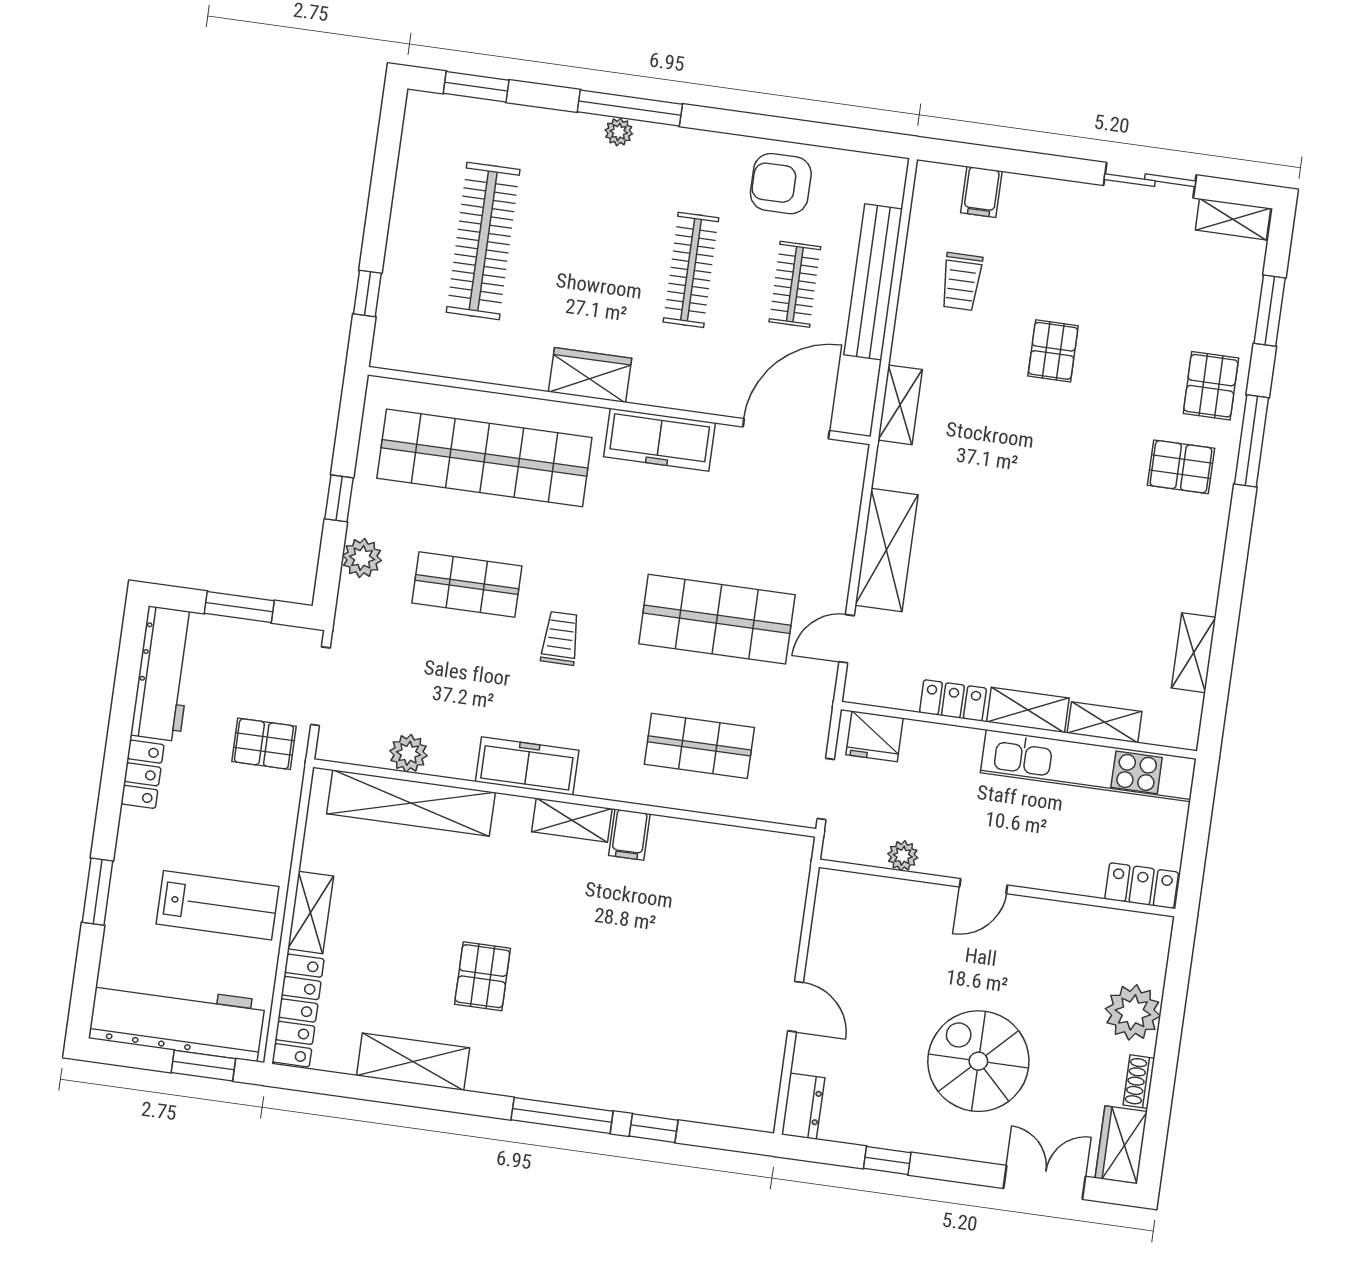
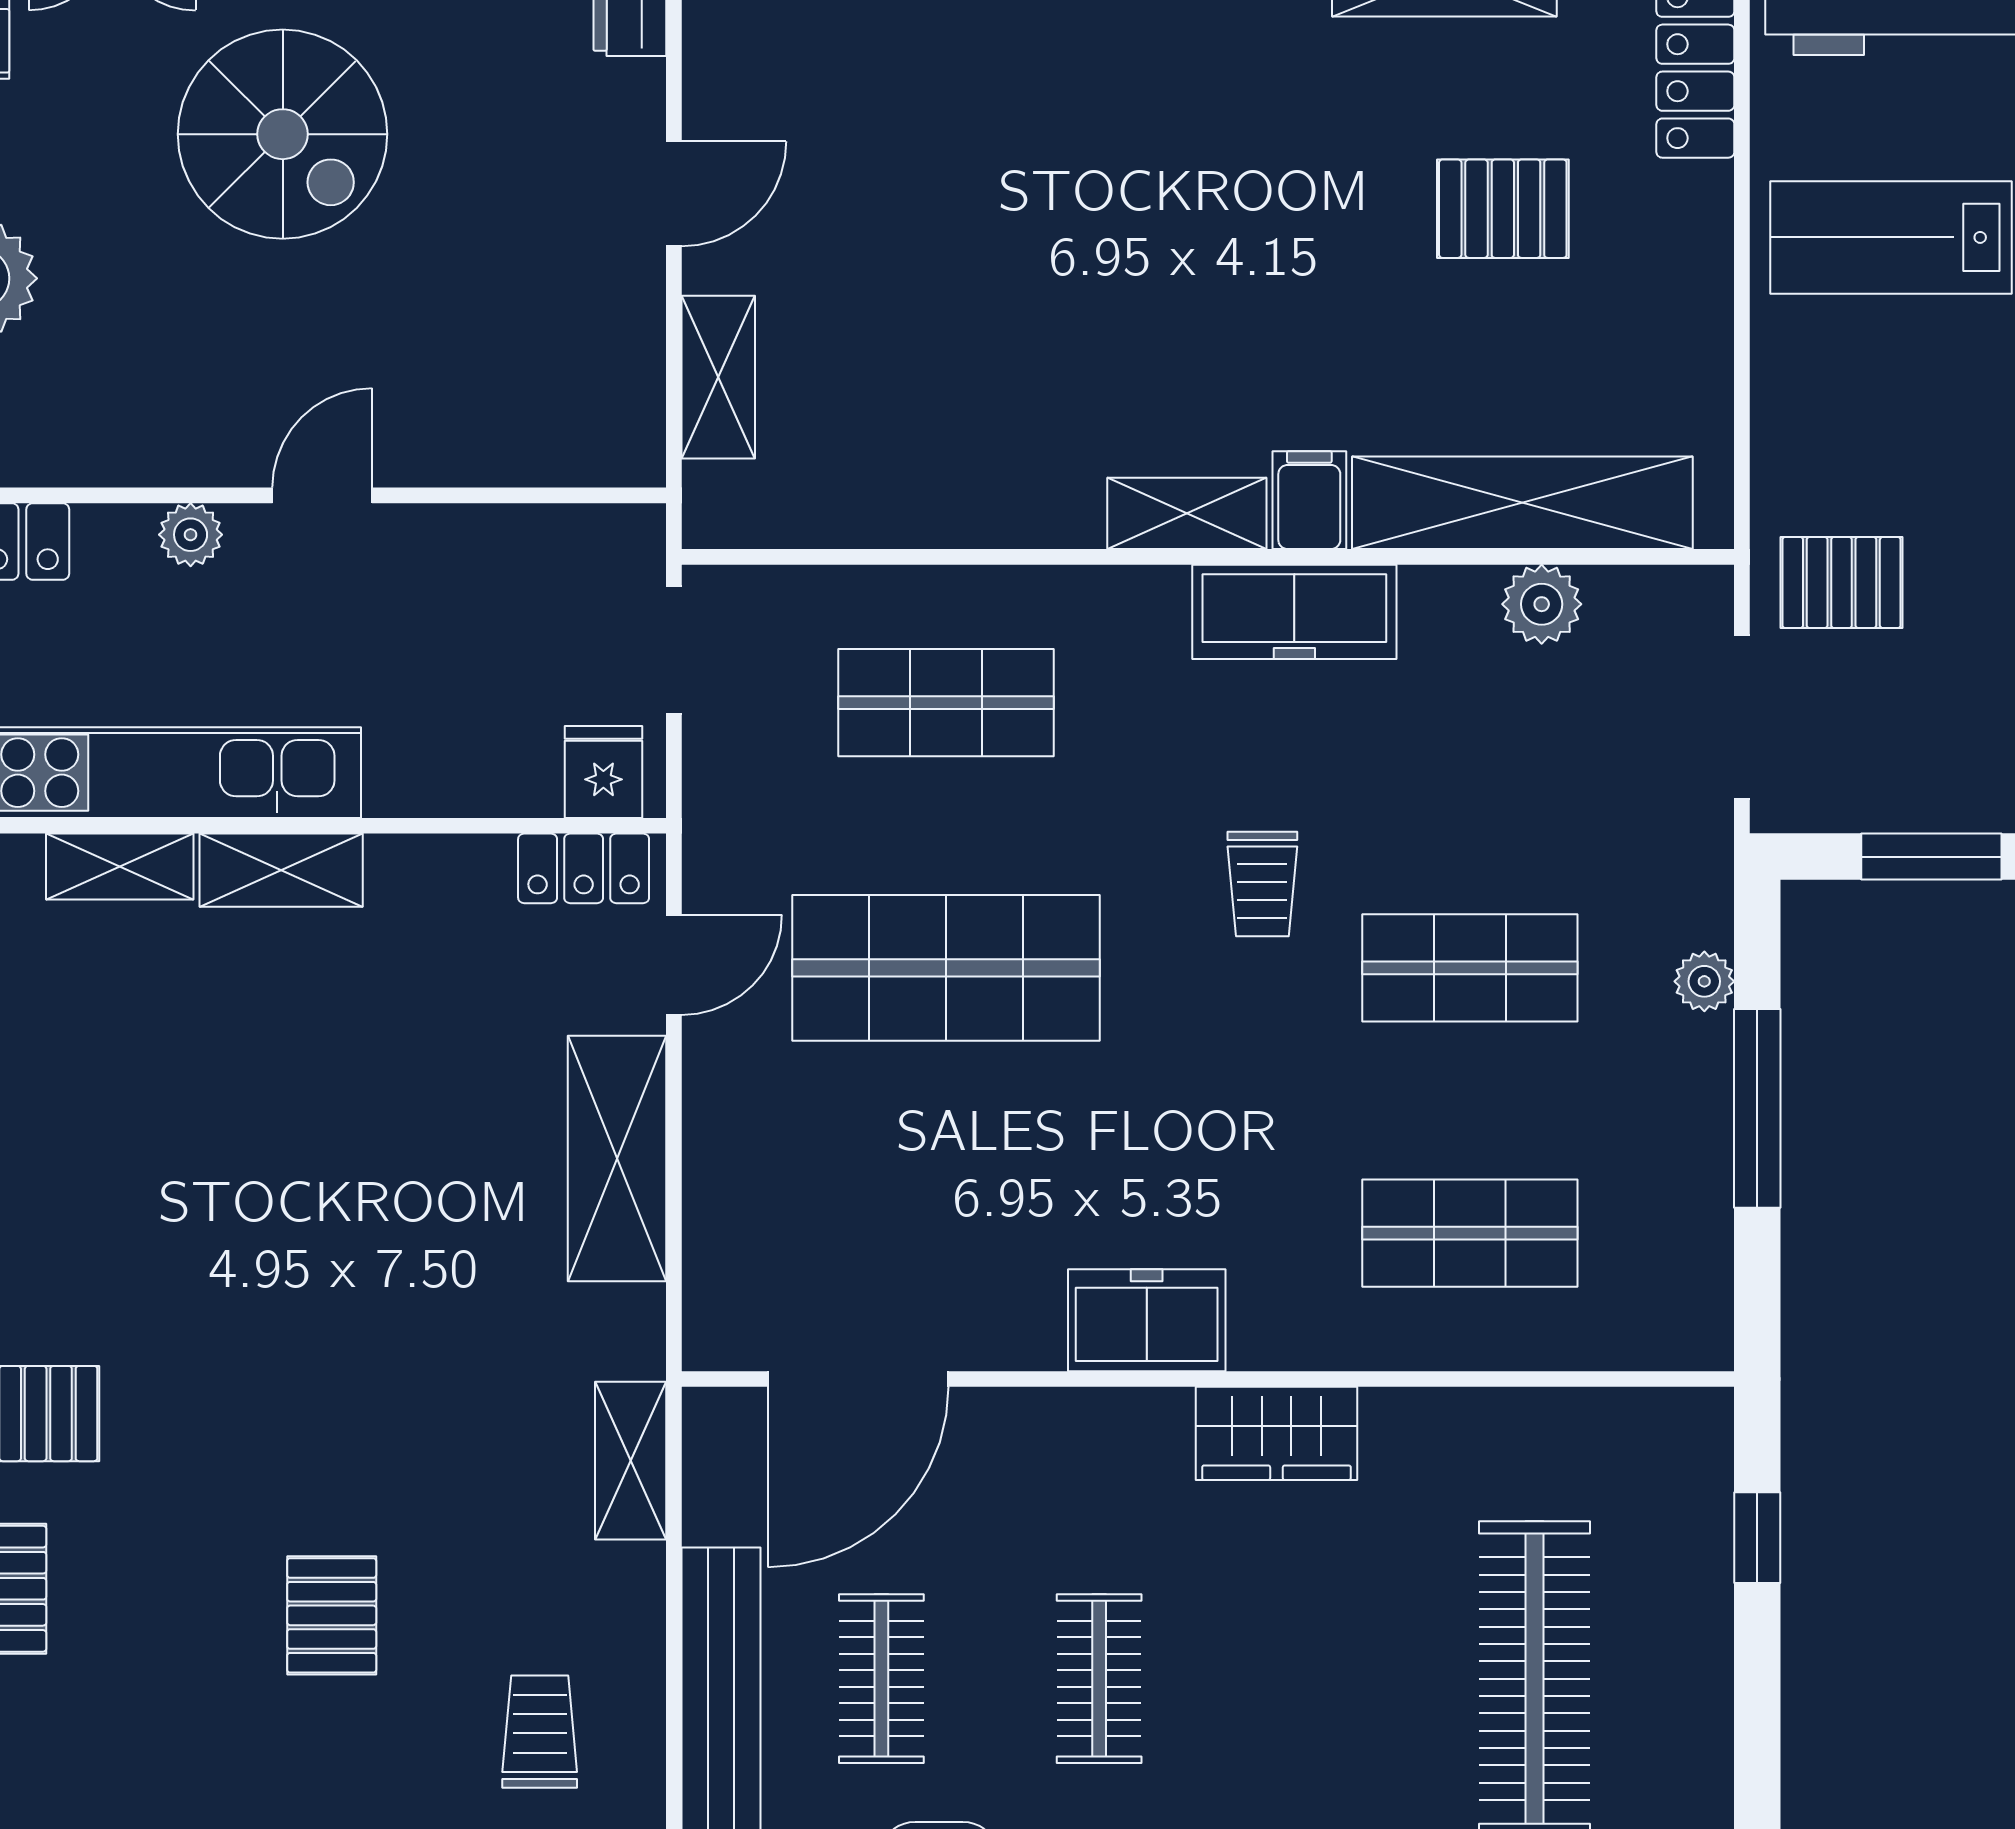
clothes rail: (691, 270) -> (1099, 1679), width x0.73
freezer: (659, 440) -> (1147, 1320), width x0.71
shop shelf: (484, 458) -> (1470, 1233), width x0.50, depth x0.74
window: (339, 498) -> (1757, 1108), width x2.17
plant: (362, 558) -> (1704, 981), width x0.73, depth x0.73
locker: (953, 700) -> (584, 868), moved
fridge: (875, 736) -> (603, 772), width x0.72
filing cabinet: (629, 835) -> (1309, 500), moved
plant: (903, 856) -> (191, 535), moved
shelving: (311, 912) -> (718, 377), moved
pallet: (482, 976) -> (1503, 209), moved, turned 90
door: (796, 1007) -> (674, 194), swing flipped

